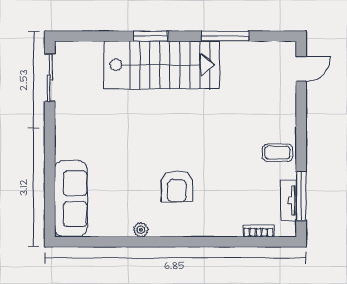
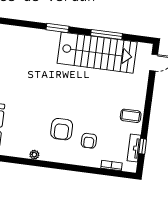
stairs: (162, 65) -> (97, 53), moved
window: (301, 196) -> (143, 146), width x0.46
armchair: (220, 198) -> (89, 141), added

